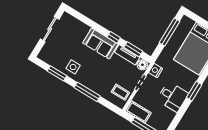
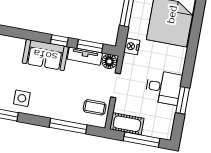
nightstand: (156, 70) -> (132, 46), moved
window: (194, 91) -> (183, 100), moved
window: (87, 92) -> (68, 126), moved

